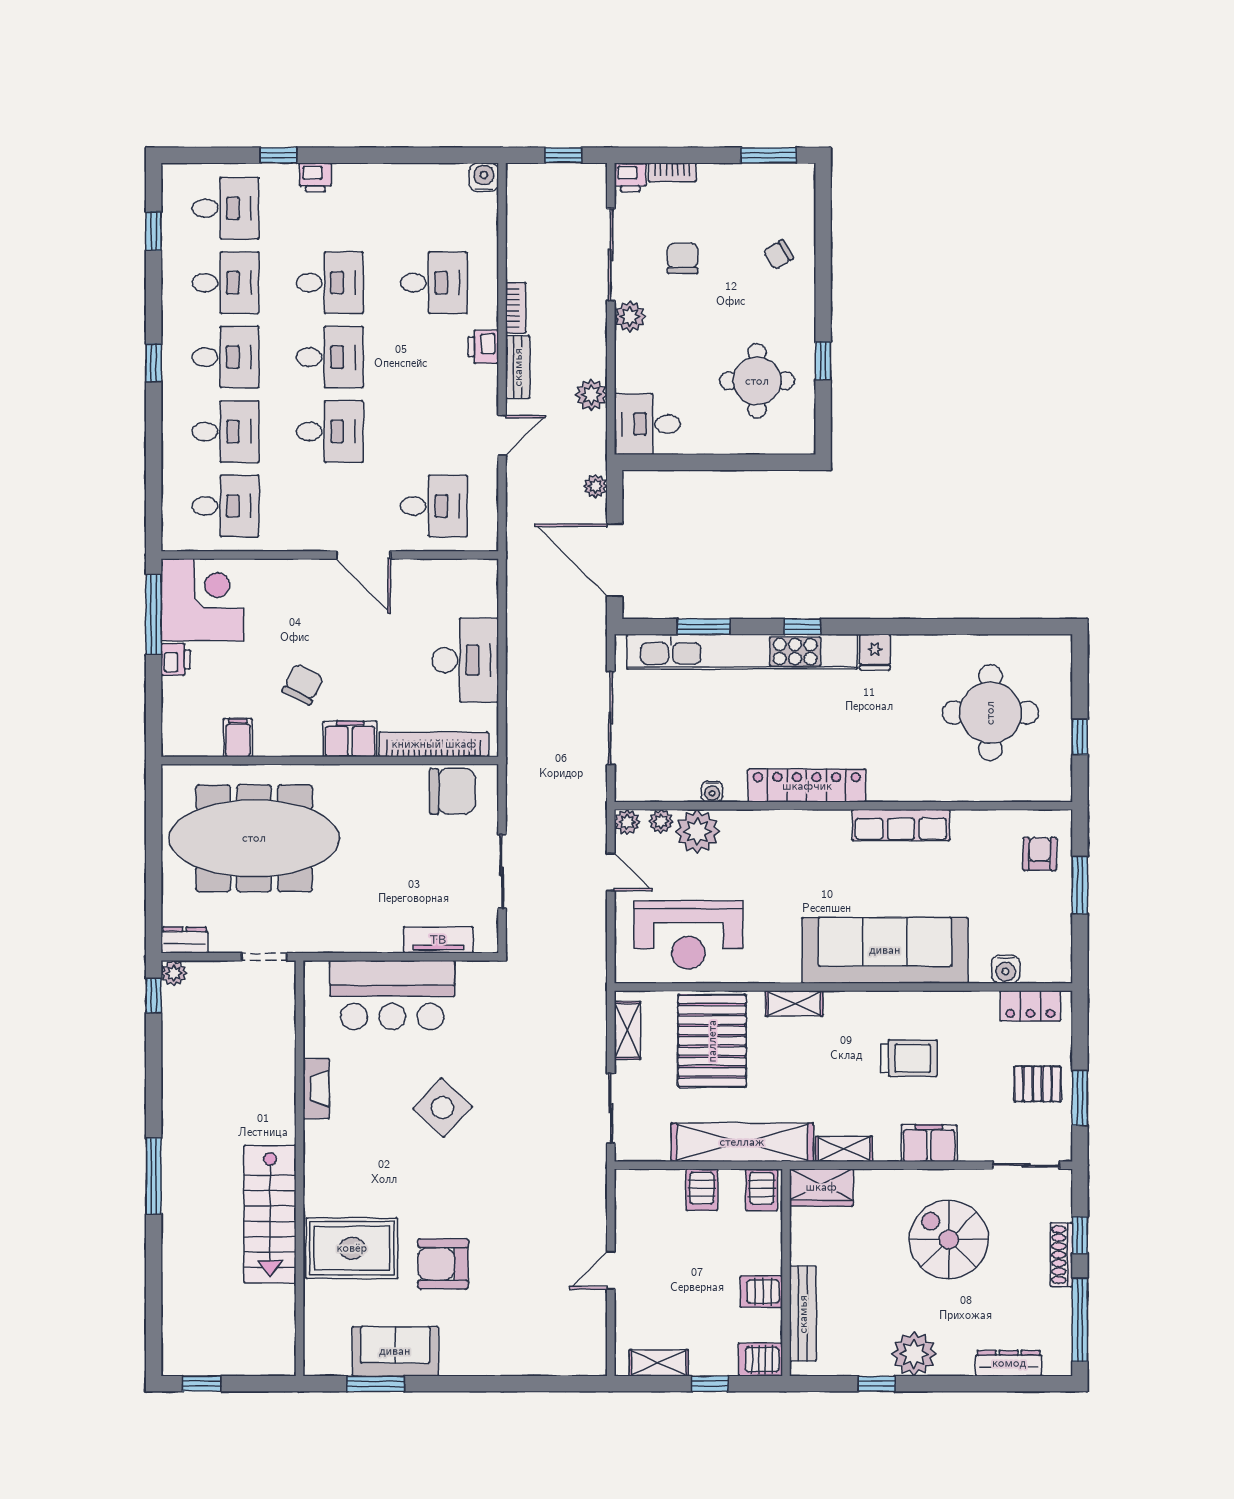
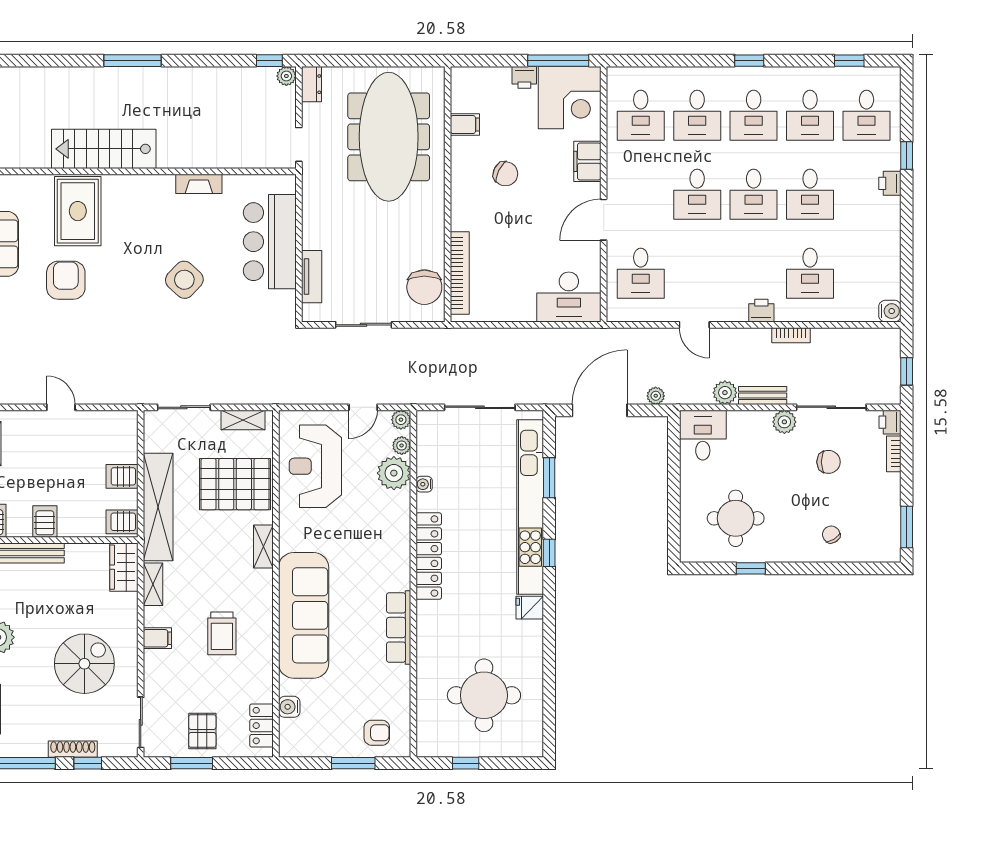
bench: (518, 367) -> (763, 395), moved
desk: (465, 660) -> (569, 297), moved
filing cabinet: (350, 739) -> (587, 161), moved, turned 180
filing cabinet: (929, 1143) -> (157, 638), width x0.50

